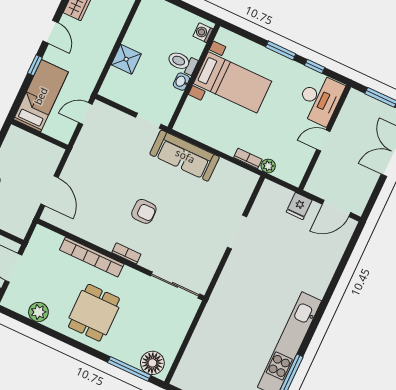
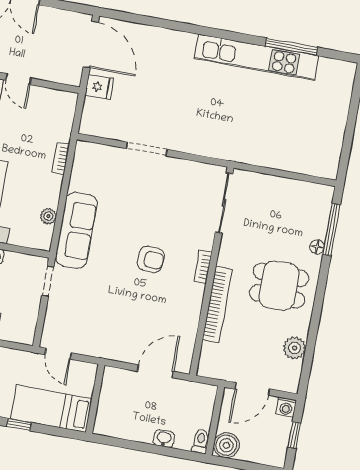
plant: (268, 166) -> (48, 216), moved
door: (336, 208) -> (91, 45), width x1.36
armchair: (144, 211) -> (151, 259), turned 94
floor lamp: (152, 363) -> (317, 247), moved, width x0.53, depth x0.53

